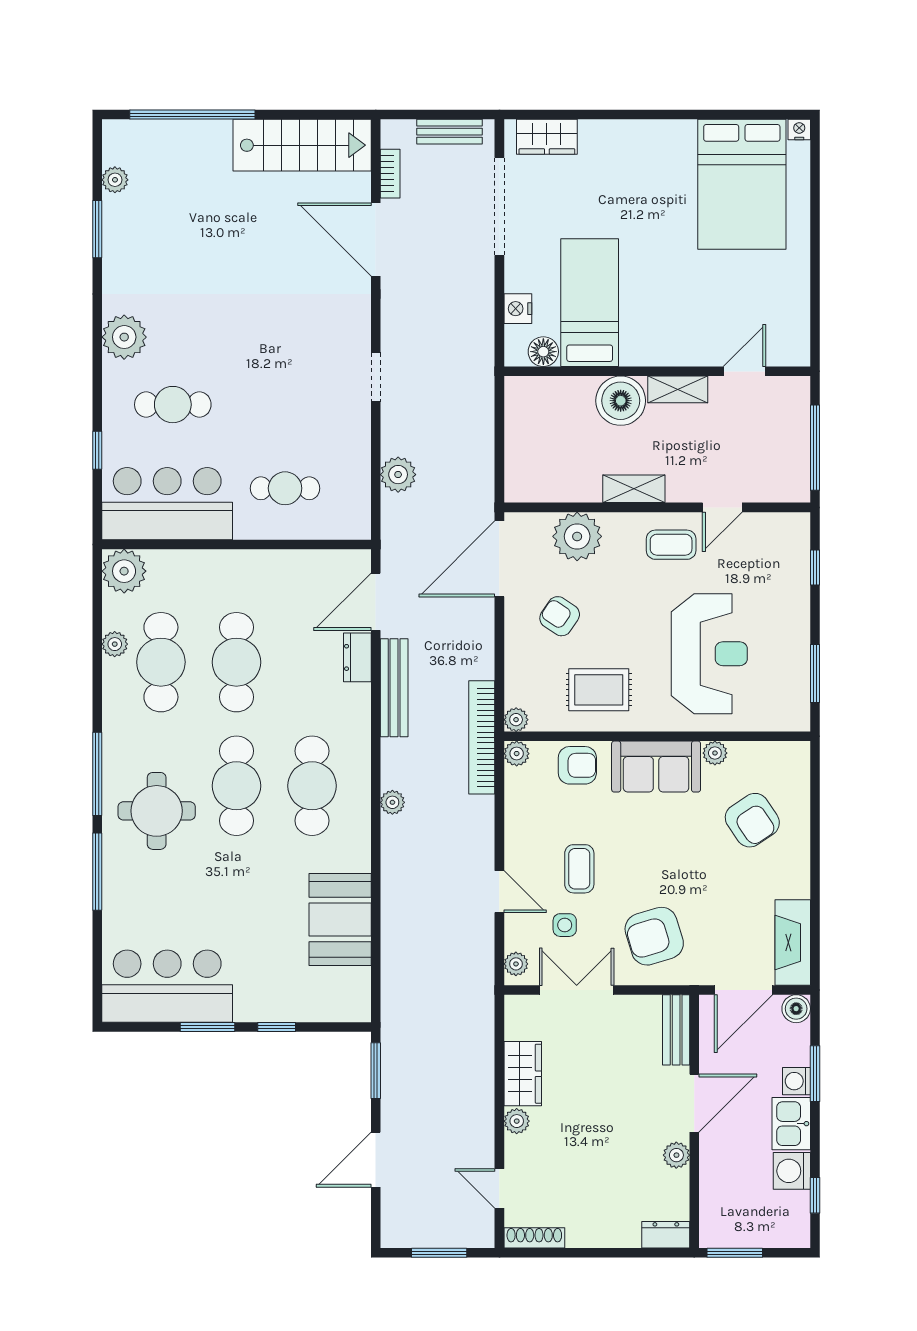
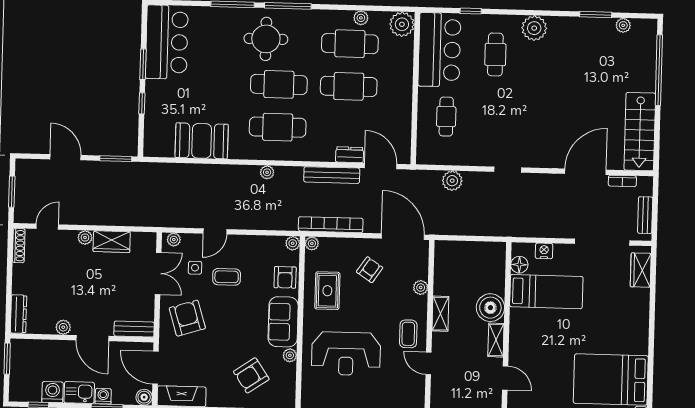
plant: (577, 536) -> (421, 287), width x0.53, depth x0.53
bookcase: (482, 737) -> (331, 225), moved
dresser: (666, 1235) -> (19, 314), width x1.44

